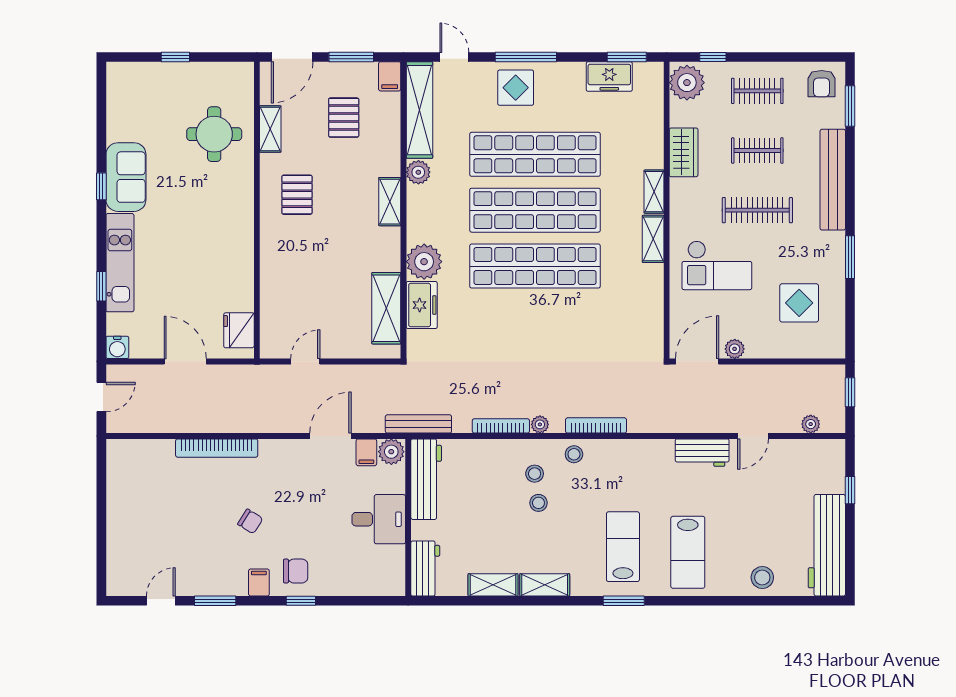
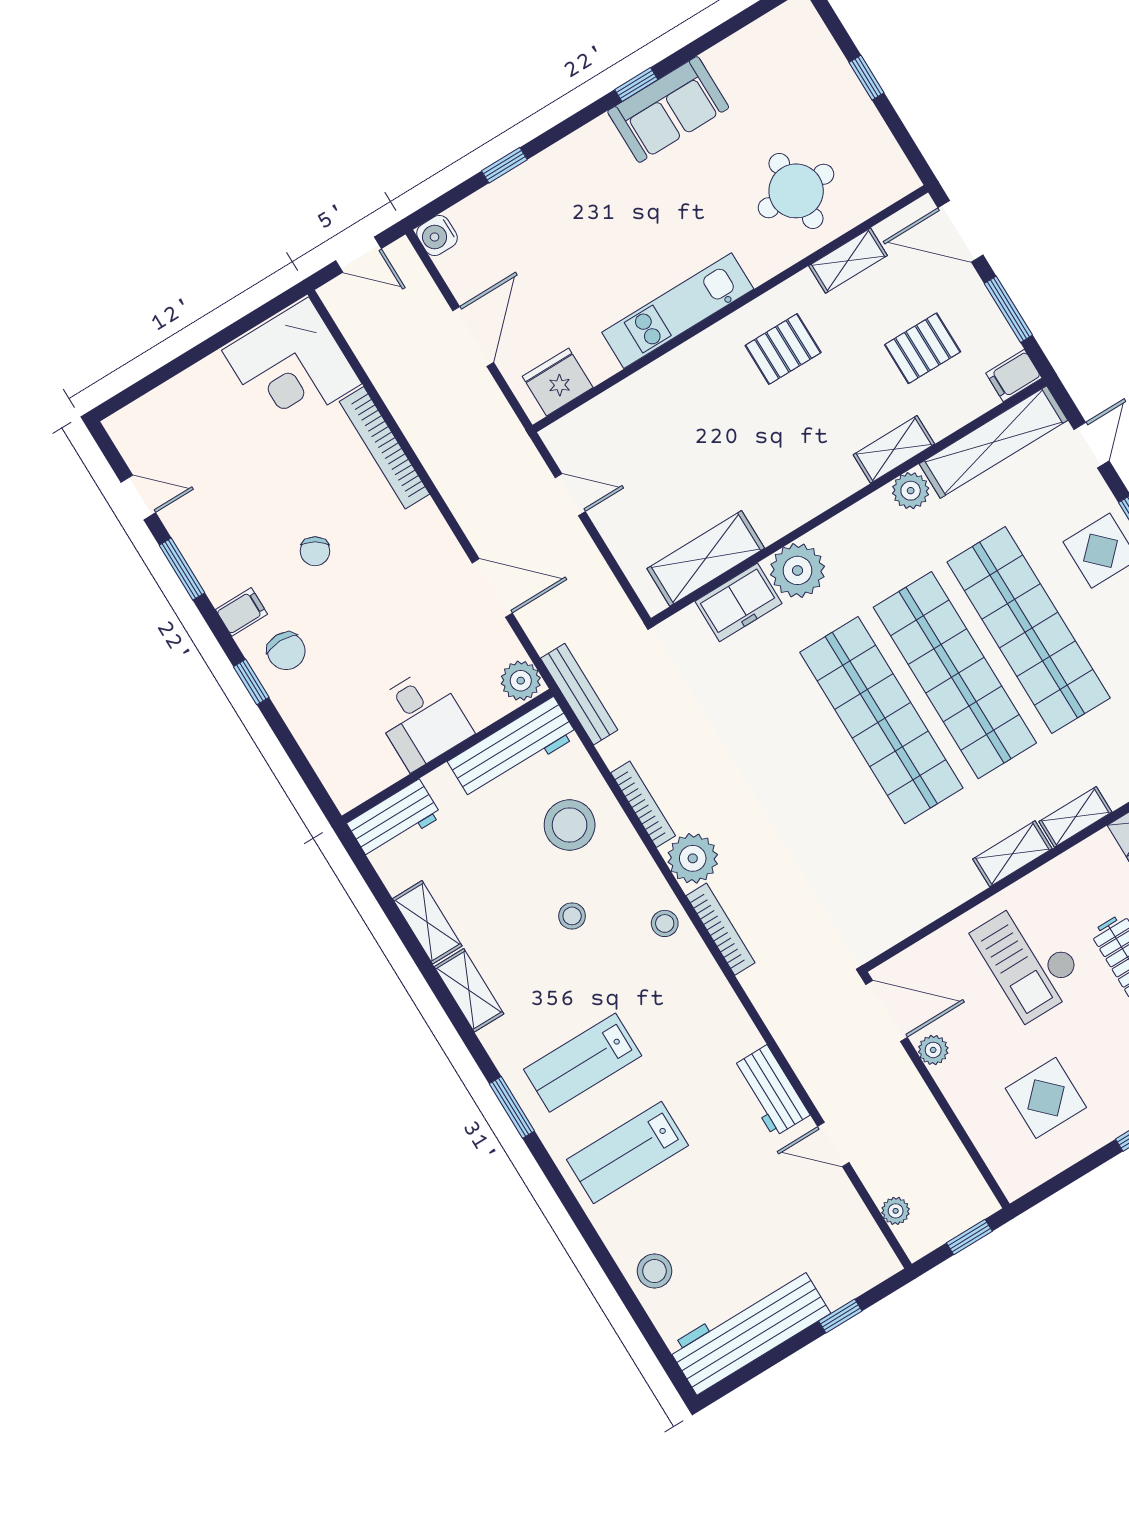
shelving: (390, 202) -> (894, 449), moved
kitchen unit: (120, 263) -> (678, 311), moved, turned 180
plant: (540, 424) -> (693, 858), width x1.87, depth x1.87
filing cabinet: (366, 452) -> (500, 648), removed
corner desk: (141, 472) -> (292, 367), added
stool: (535, 474) -> (570, 825), moved, width x1.89, depth x1.89
lab bench: (623, 547) -> (583, 1063), turned 180

